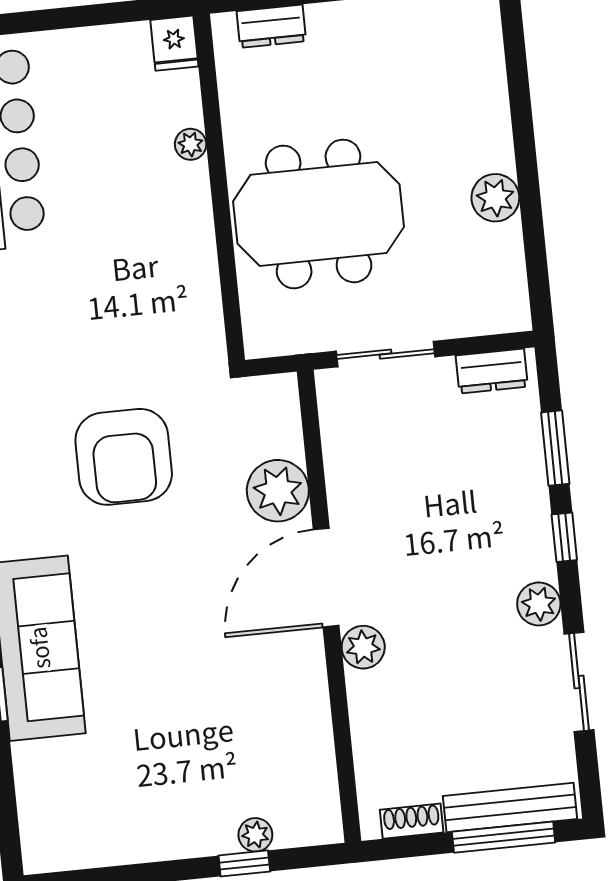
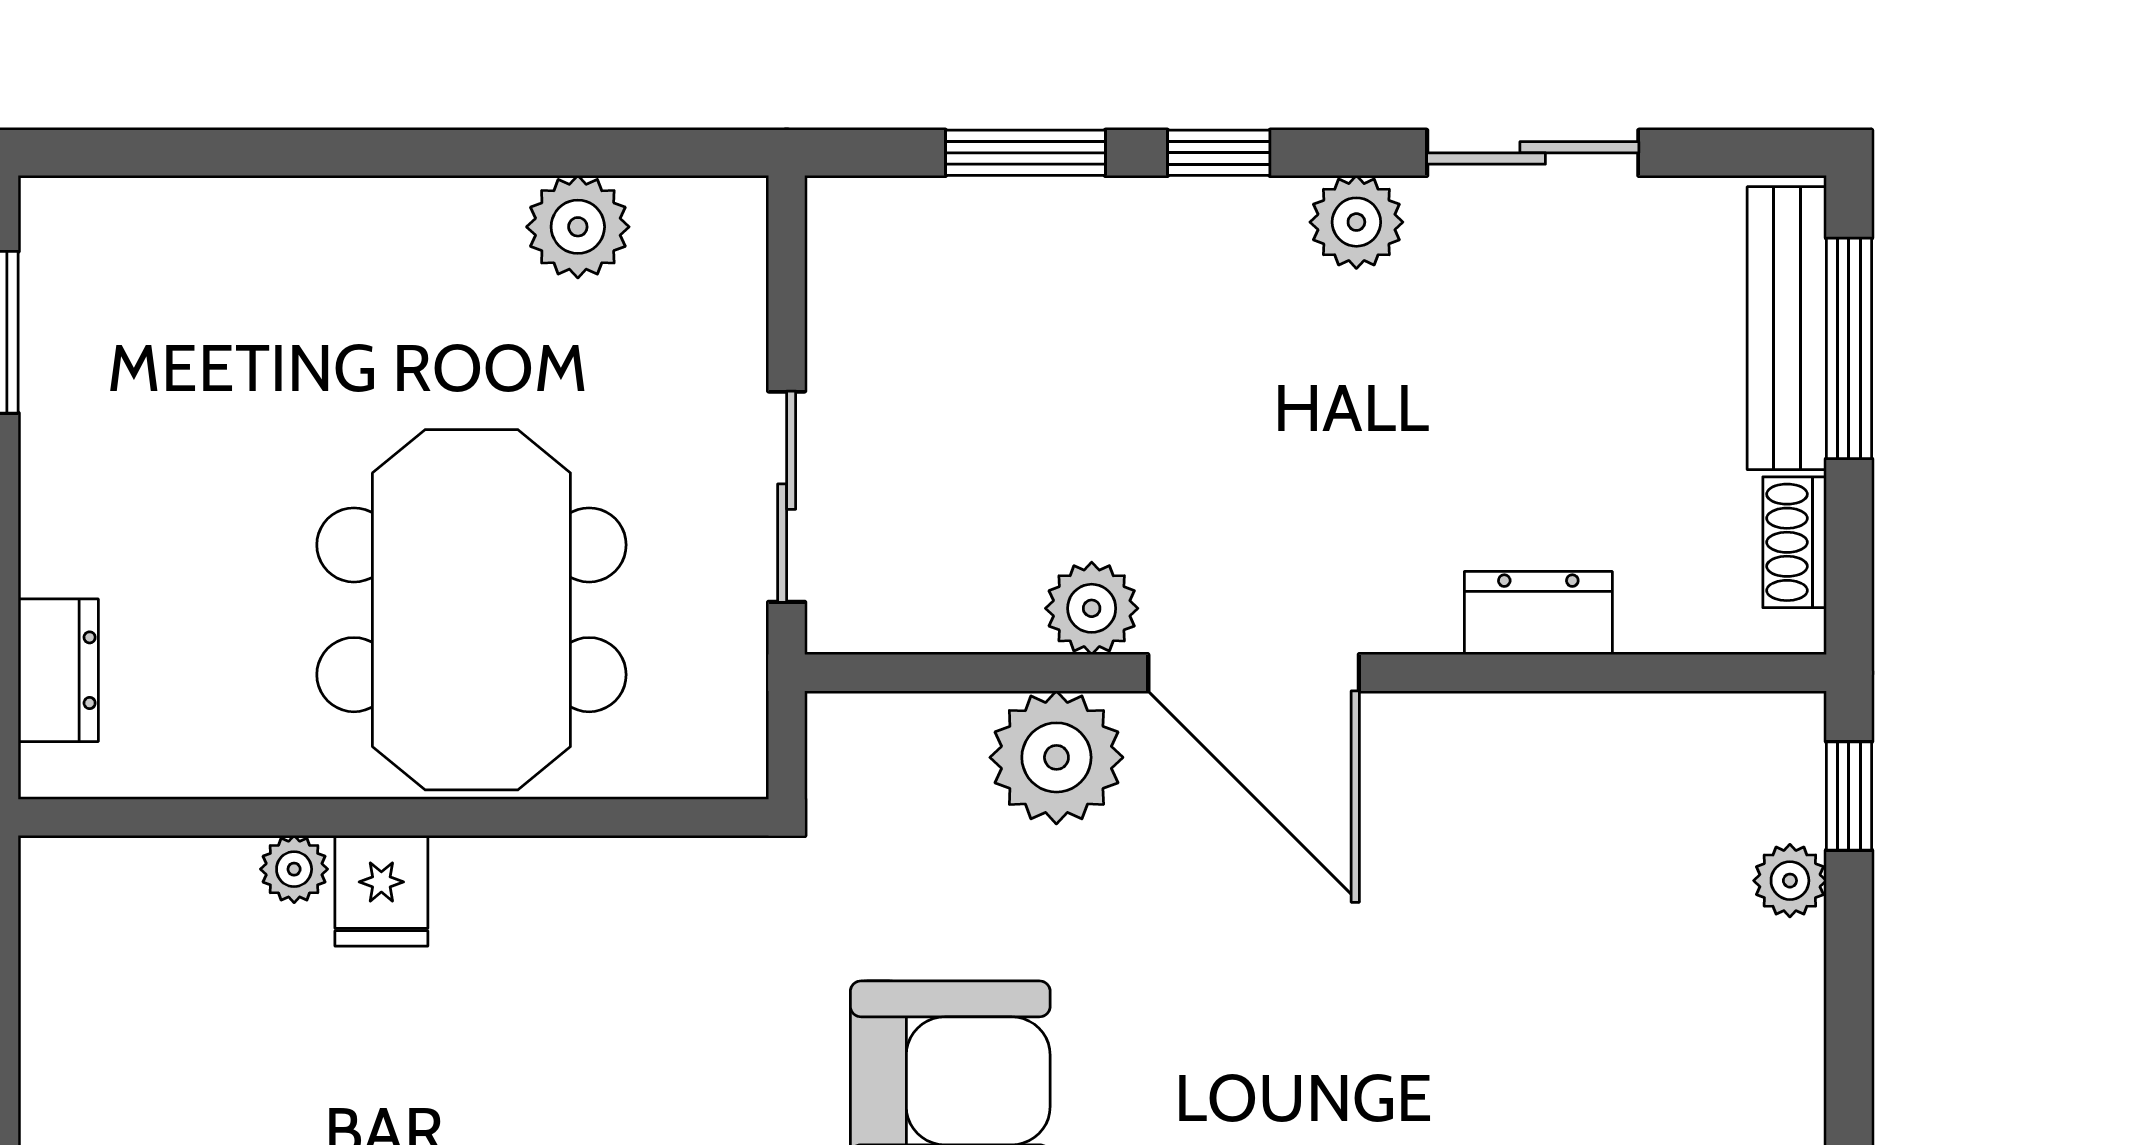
fridge: (174, 43) -> (381, 891), moved, turned 90
plant: (495, 198) -> (578, 227), moved
dresser: (492, 371) -> (1538, 613), moved, turned -90
plant: (363, 647) -> (1092, 608), moved
window: (244, 863) -> (1849, 796), moved

